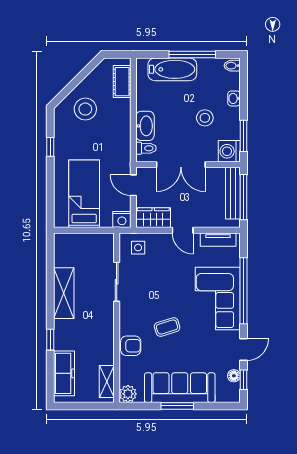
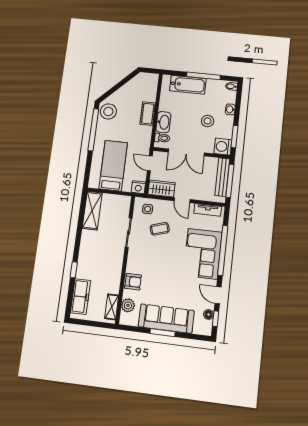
cot: (122, 82) -> (148, 114), moved
stool: (85, 109) -> (108, 111), moved
window: (50, 147) -> (93, 130), width x3.17
shelving: (64, 293) -> (92, 211), moved
coffee table: (167, 327) -> (160, 229), moved
door: (244, 350) -> (218, 295), swing flipped
plant: (128, 394) -> (128, 305), moved

